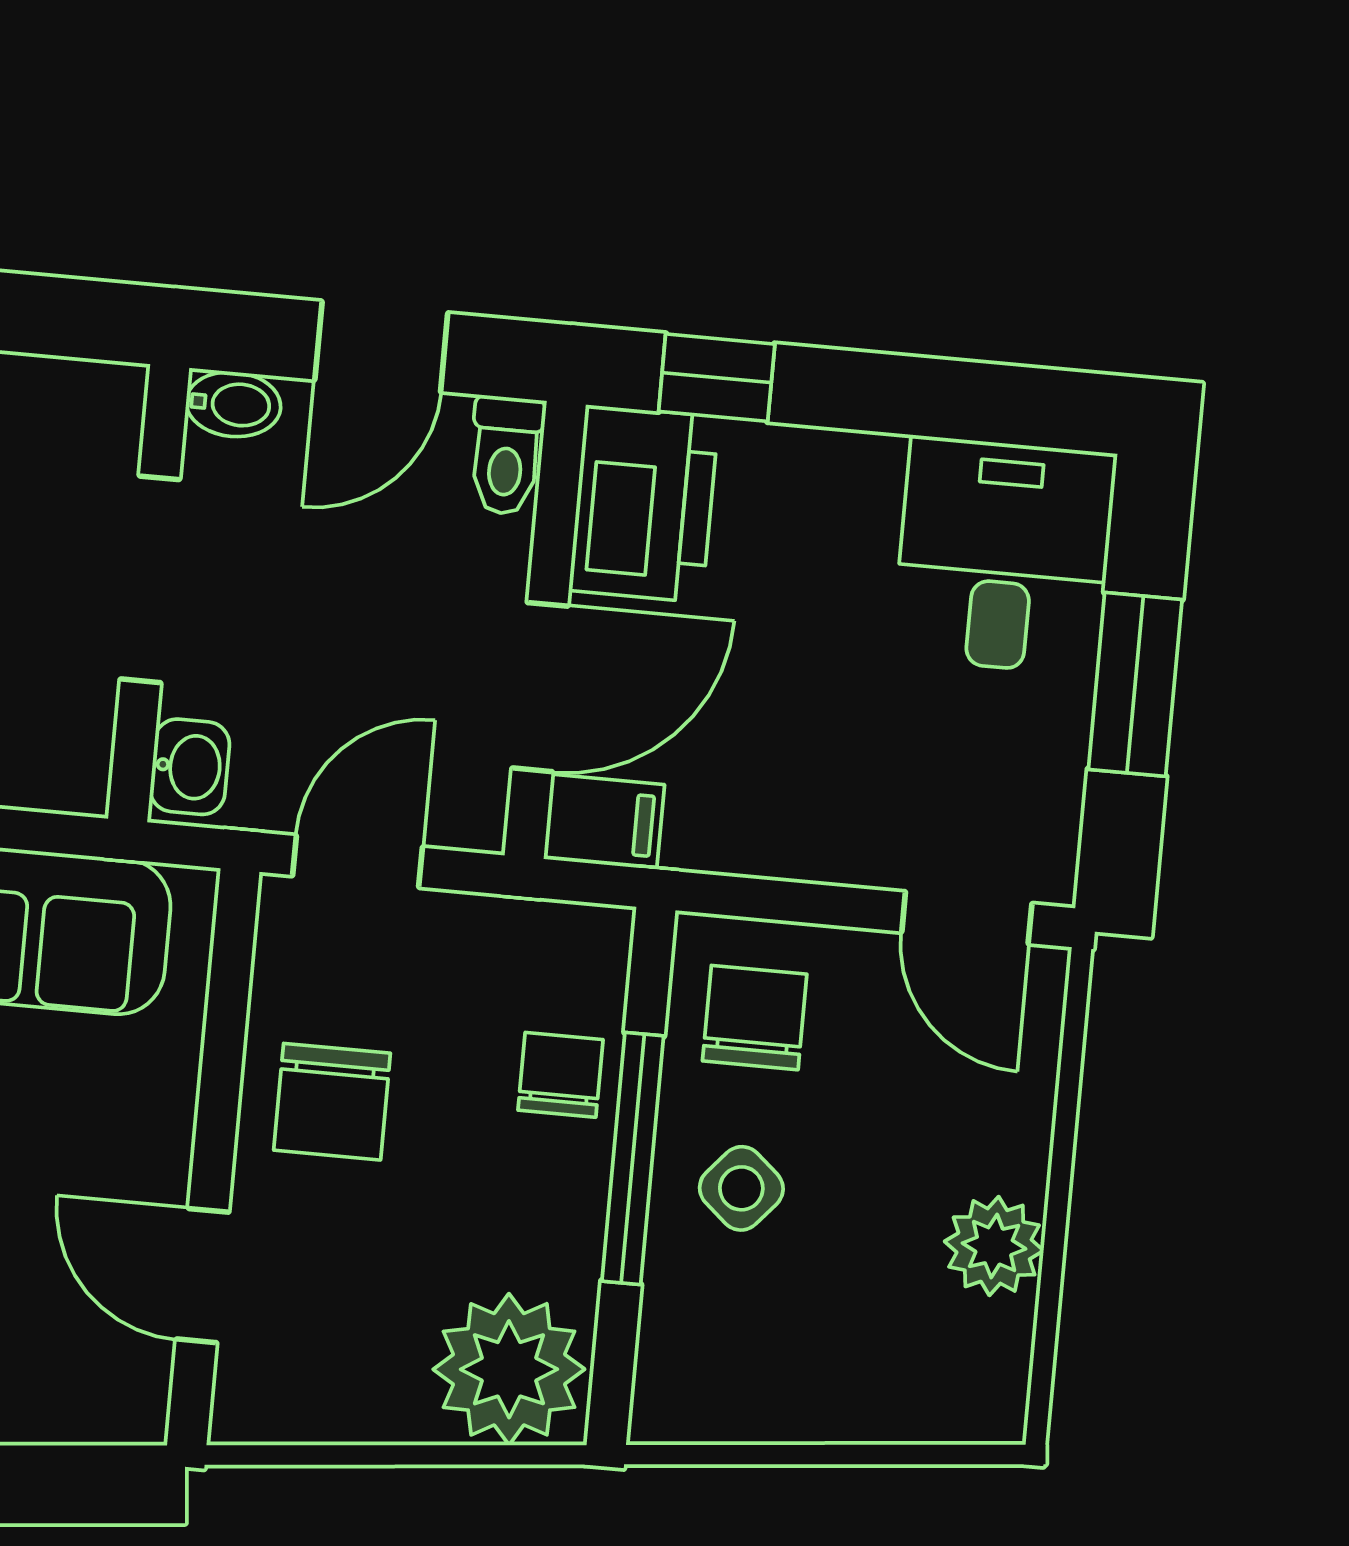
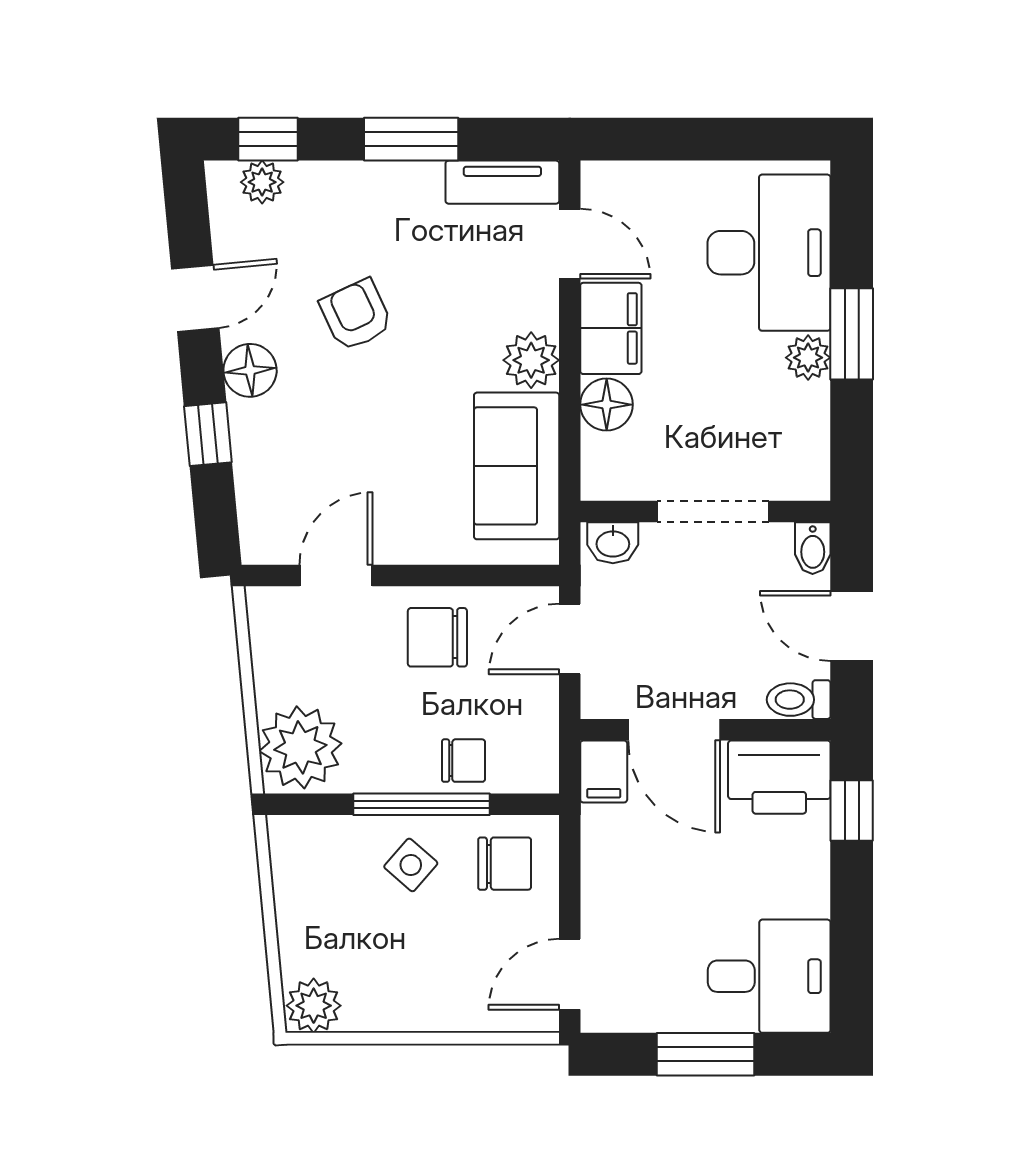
door: (358, 861) -> (570, 639), swing flipped
plant: (994, 1246) -> (314, 1006), moved

